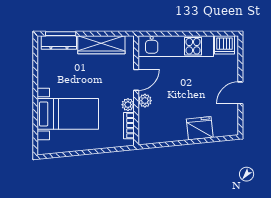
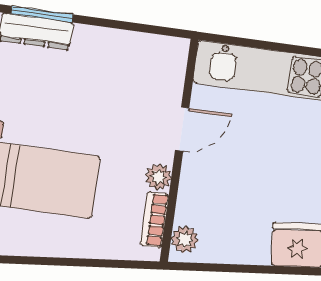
wardrobe: (101, 45) -> (121, 48), removed
plant: (145, 101) -> (185, 239), moved

